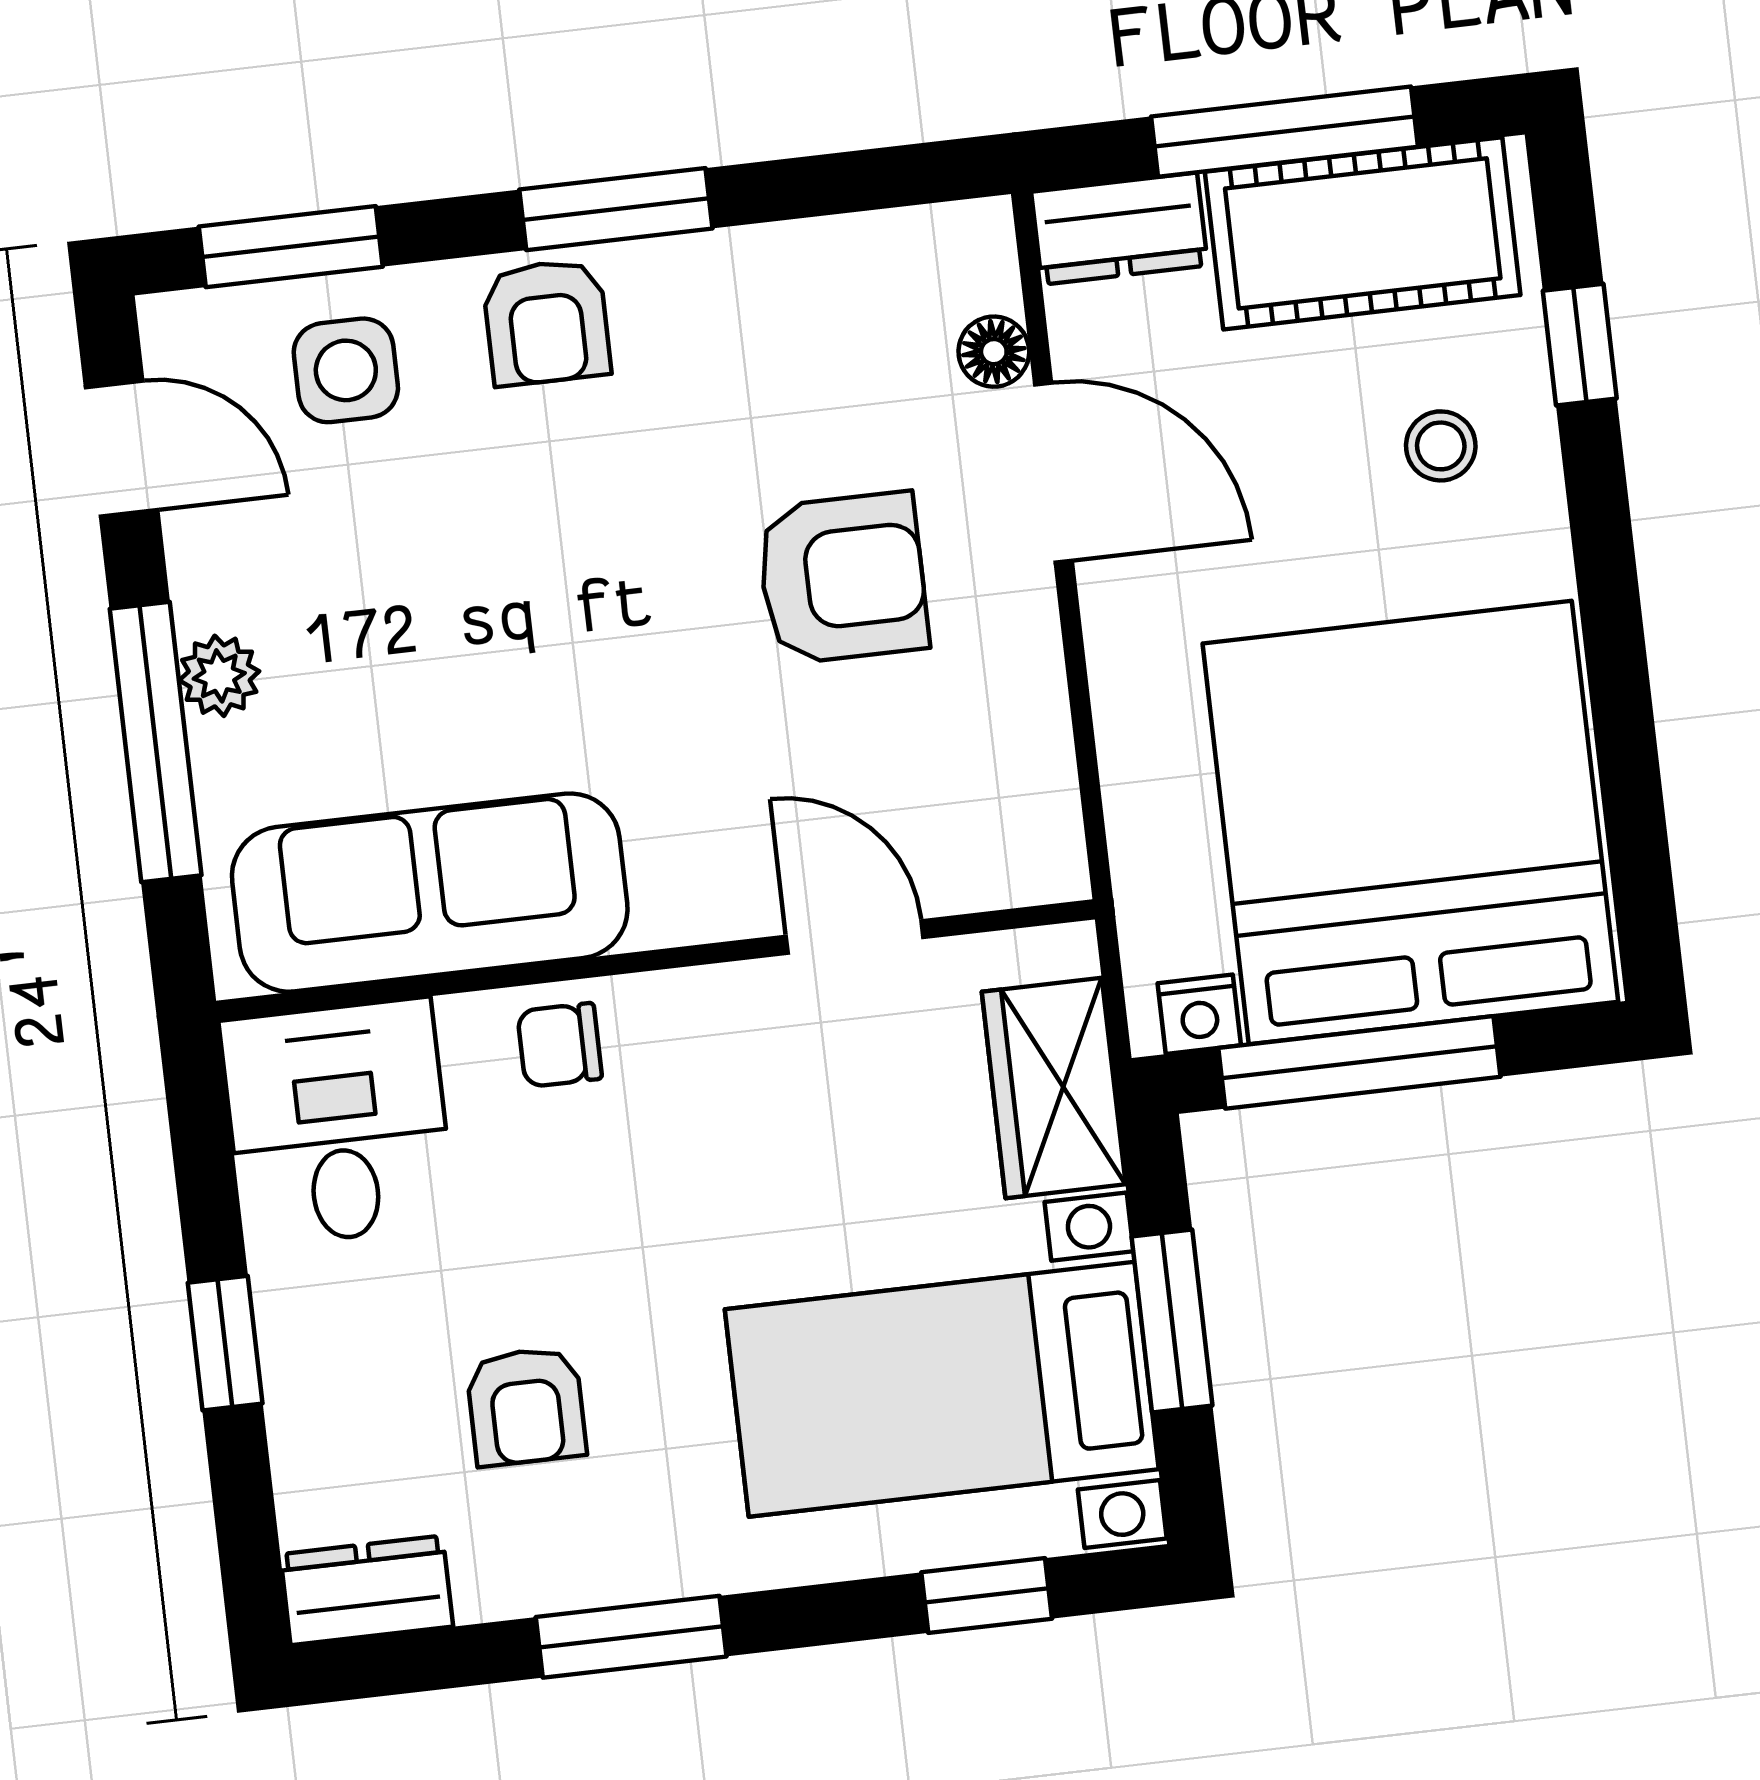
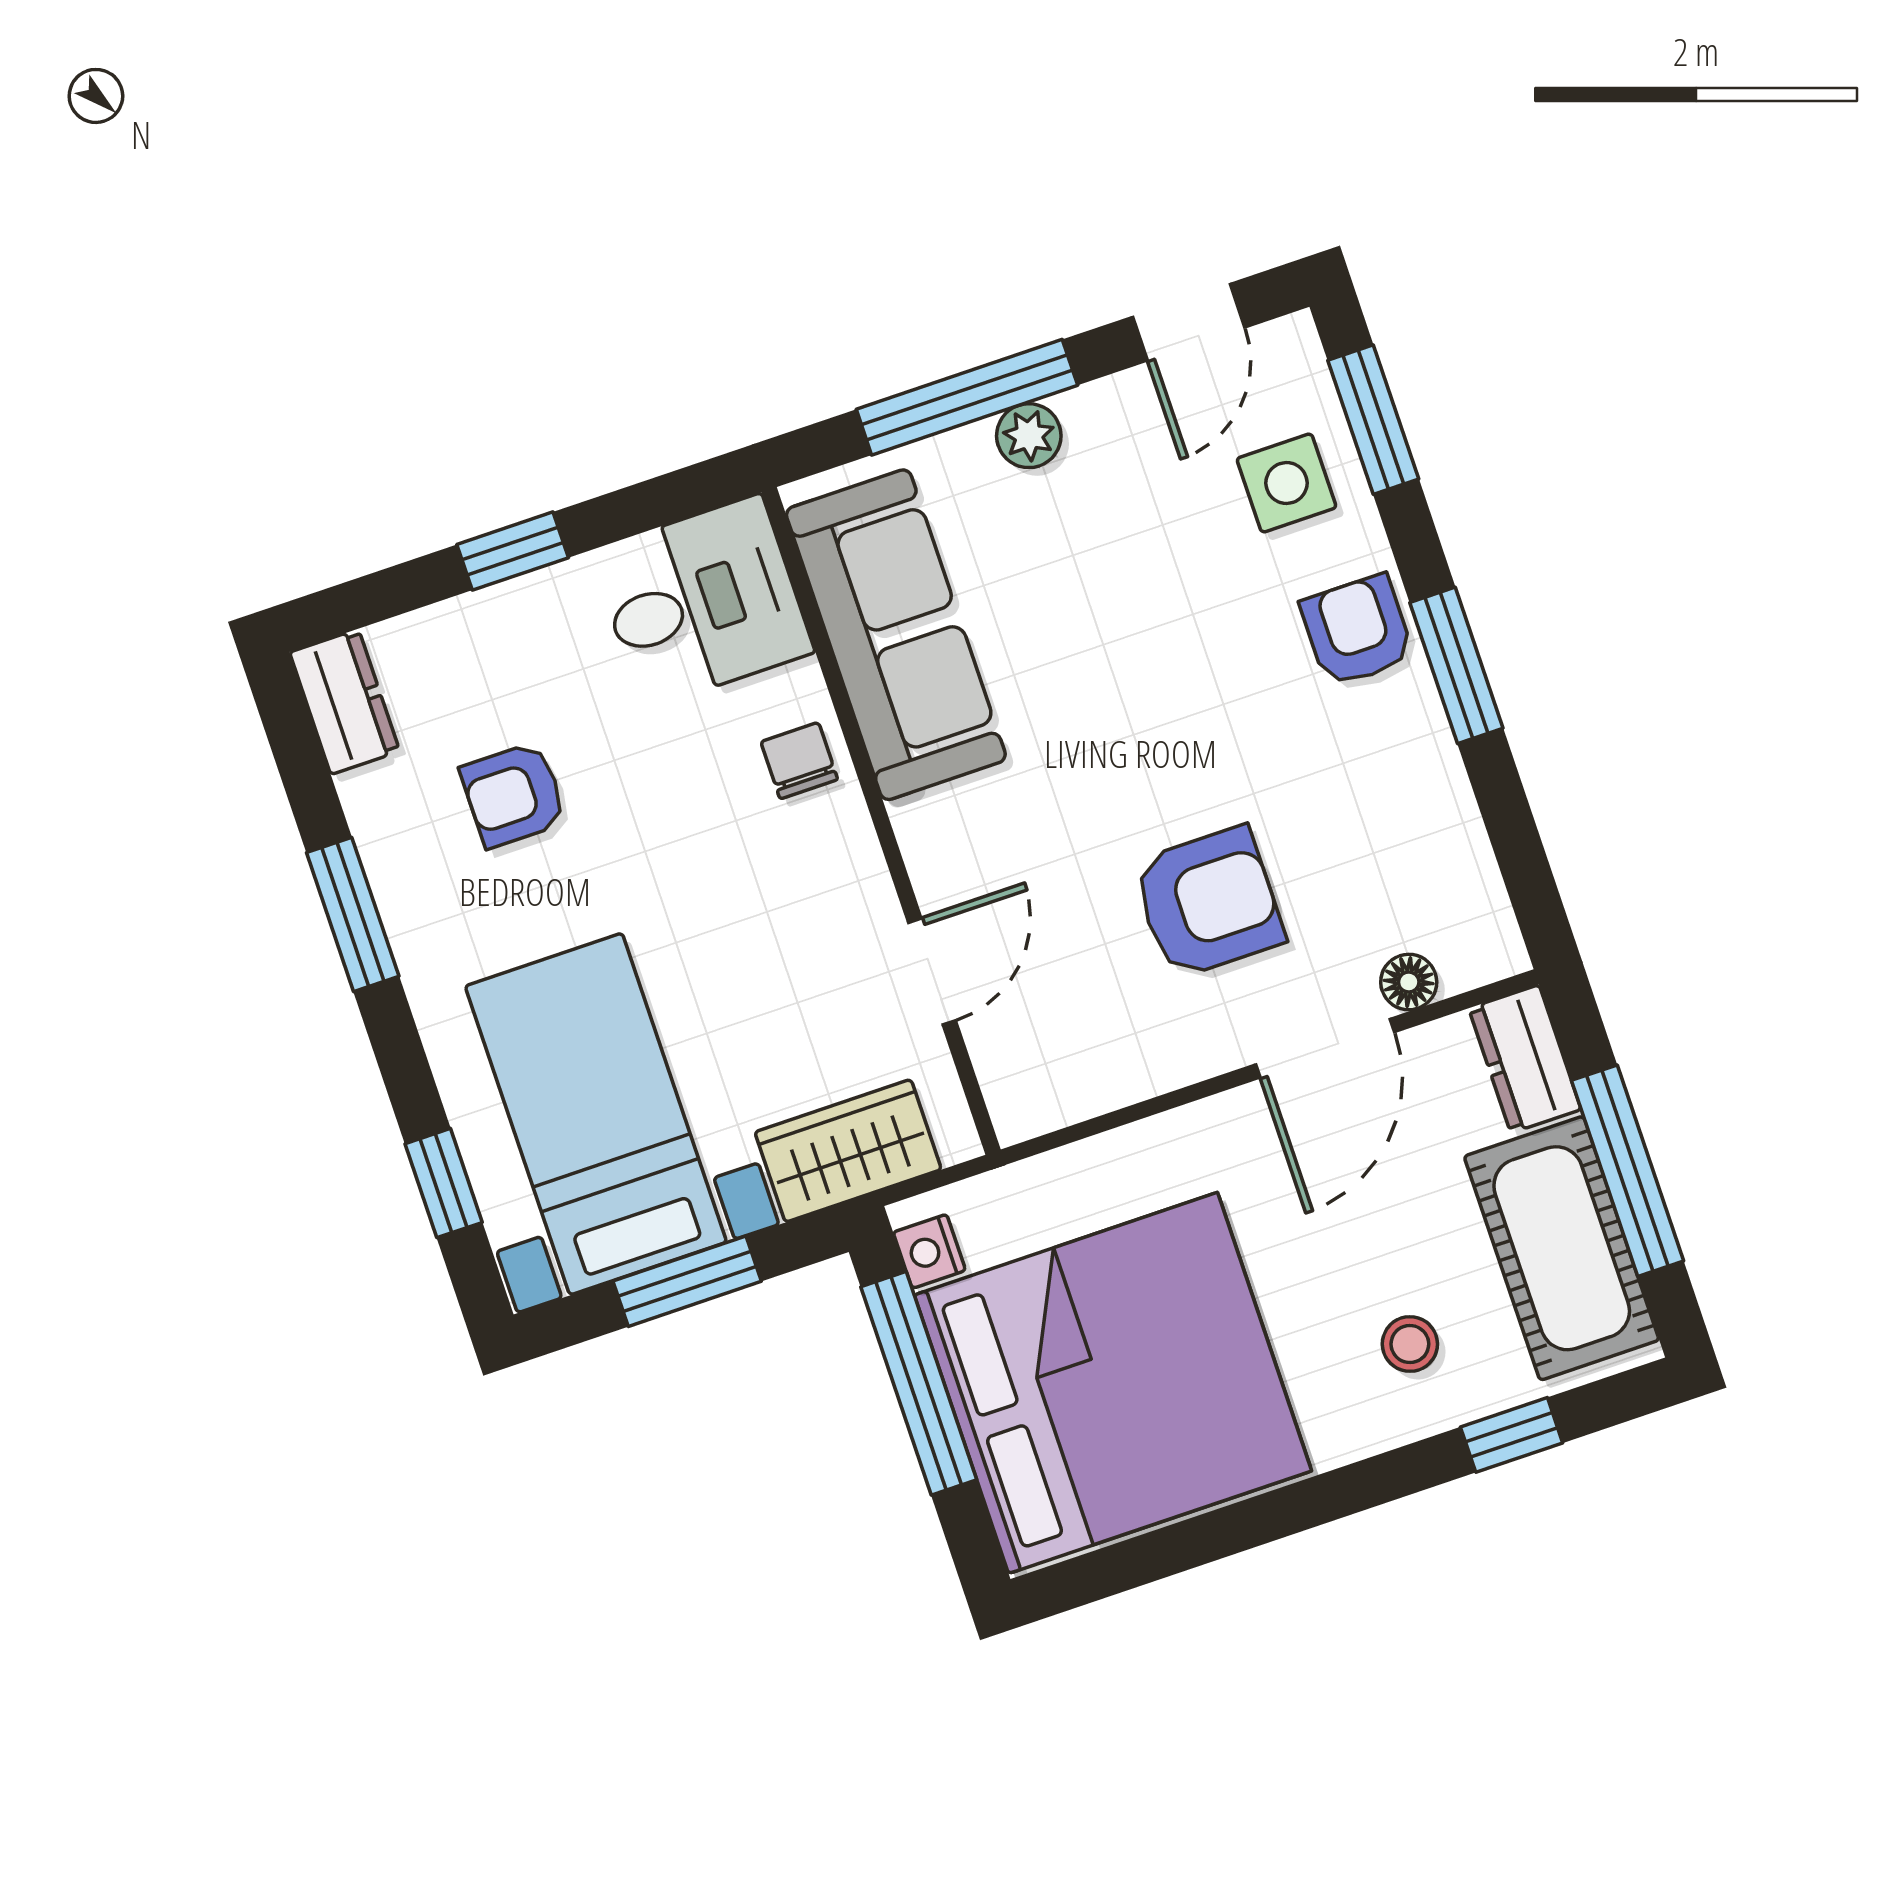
armchair: (547, 322) -> (1357, 631), turned 90
armchair: (843, 578) -> (1208, 902), turned -90

